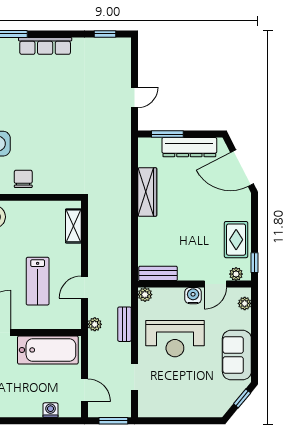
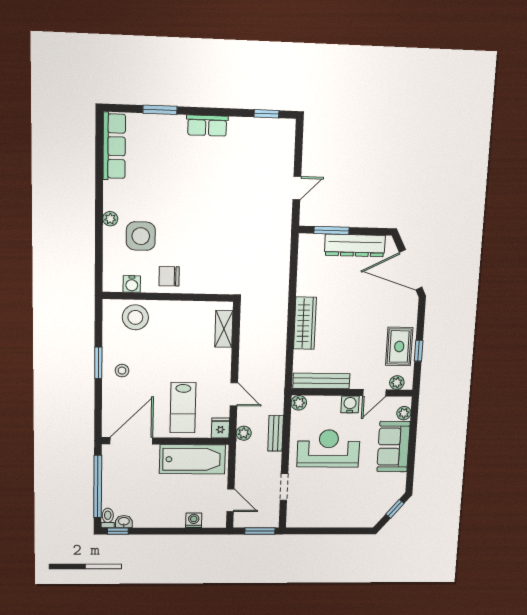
row of seats: (45, 46) -> (207, 126), width x0.68
chair: (23, 179) -> (169, 276), turned -90
wardrobe: (147, 192) -> (305, 323), moved
window: (255, 263) -> (419, 351), moved
bench: (158, 273) -> (321, 381), width x1.36
lab bench: (38, 281) -> (183, 408), moved
door: (84, 287) -> (234, 394), swing flipped
fridge: (73, 319) -> (220, 428), added
reception desk: (175, 339) -> (328, 449), turned 180
sofa: (237, 355) -> (394, 447), moved

